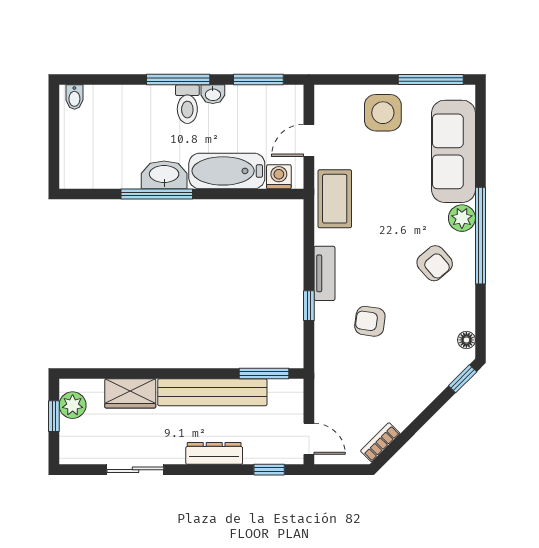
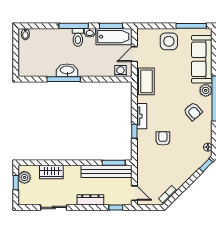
bathtub: (227, 171) -> (114, 37), moved, turned 180
armchair: (370, 321) -> (163, 138), turned 82
bench: (212, 392) -> (107, 171), moved

